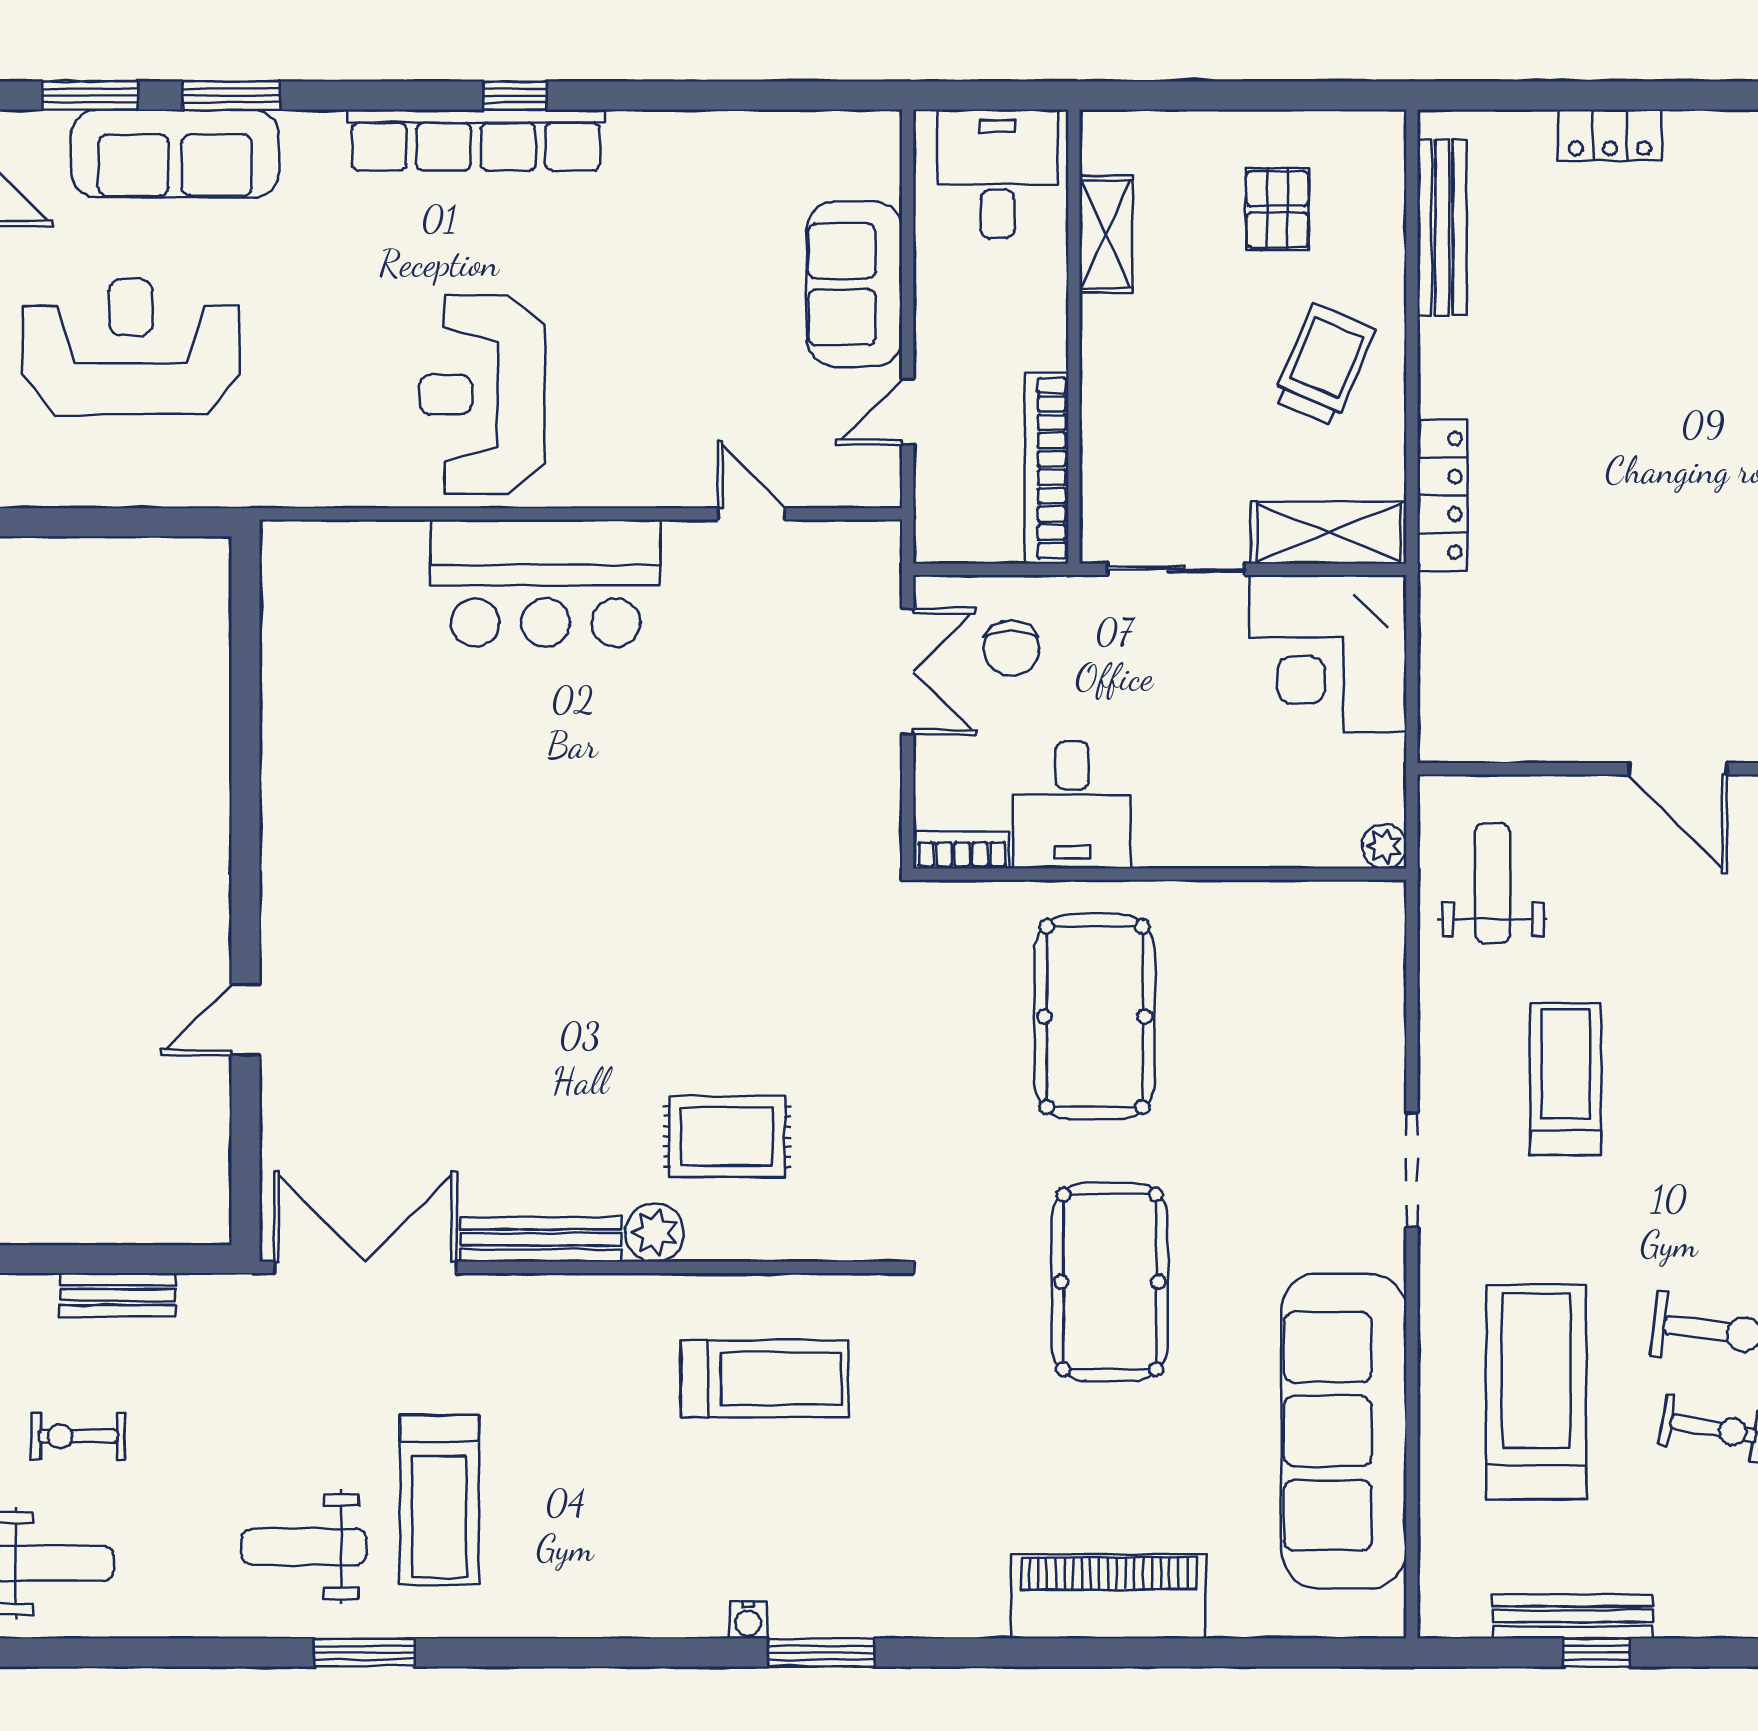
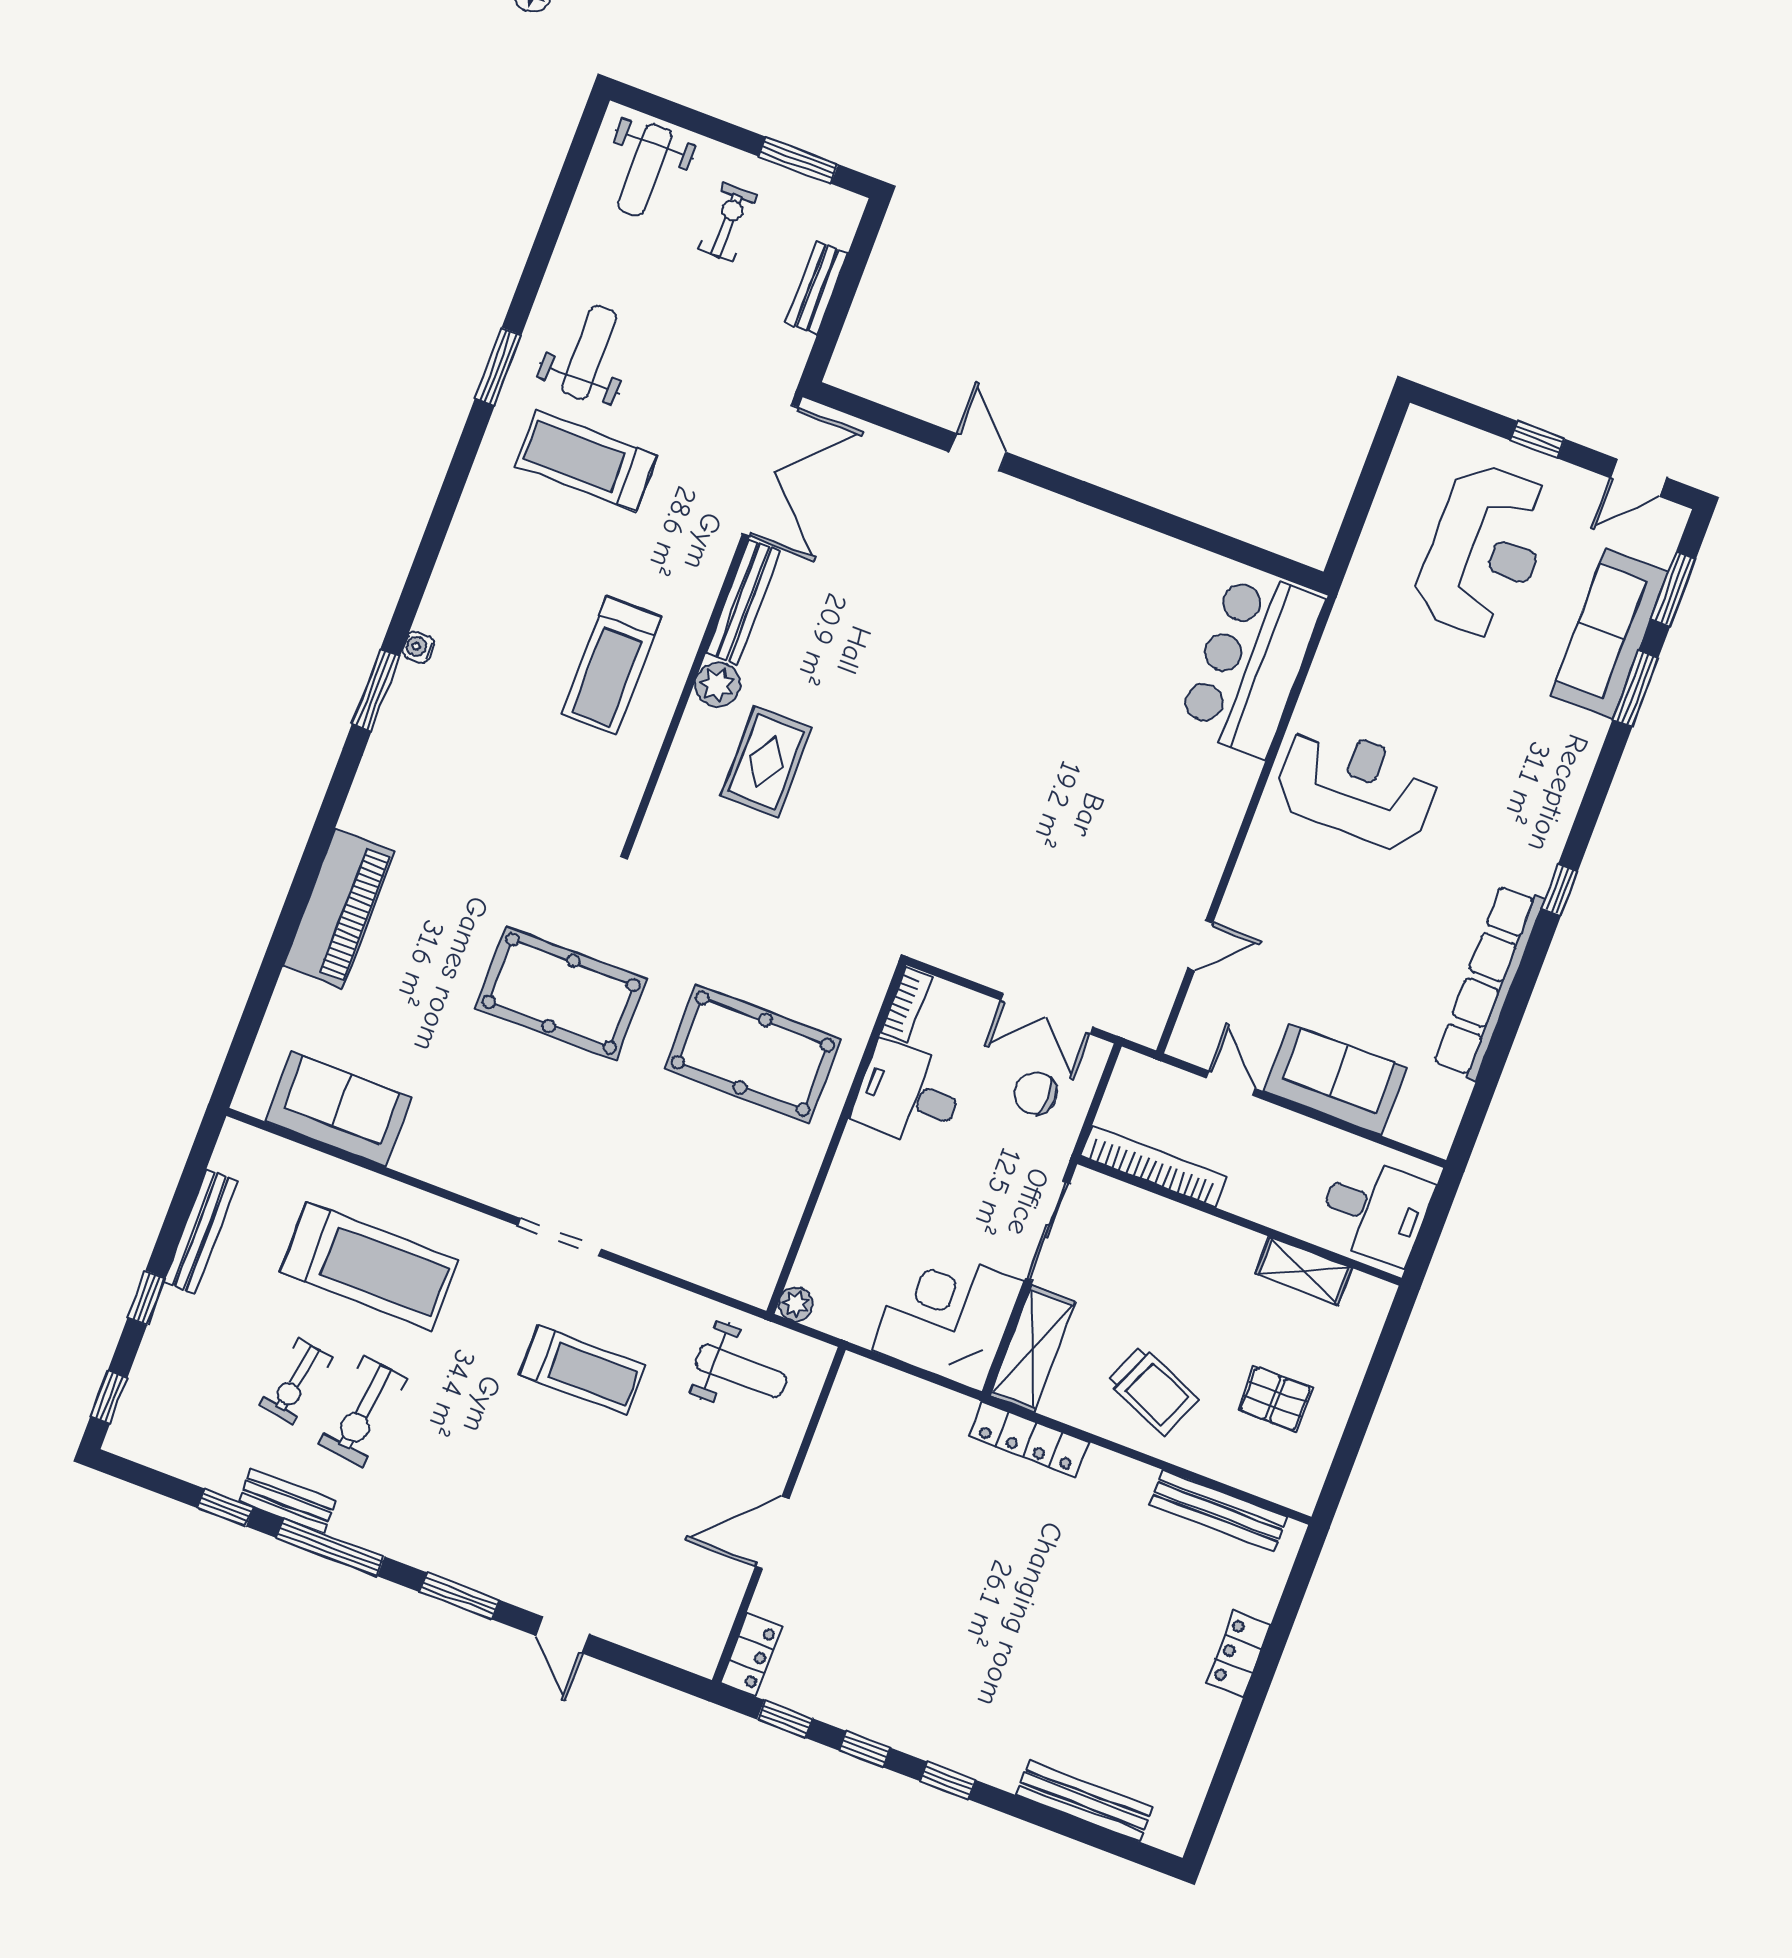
row of seats: (476, 140) -> (1489, 982), moved
bar counter: (545, 583) -> (1251, 663), moved
treadmill: (764, 1379) -> (611, 665), moved
sofa: (1344, 1431) -> (338, 1109), width x0.54, depth x0.79
window: (1596, 1653) -> (146, 1298), moved

